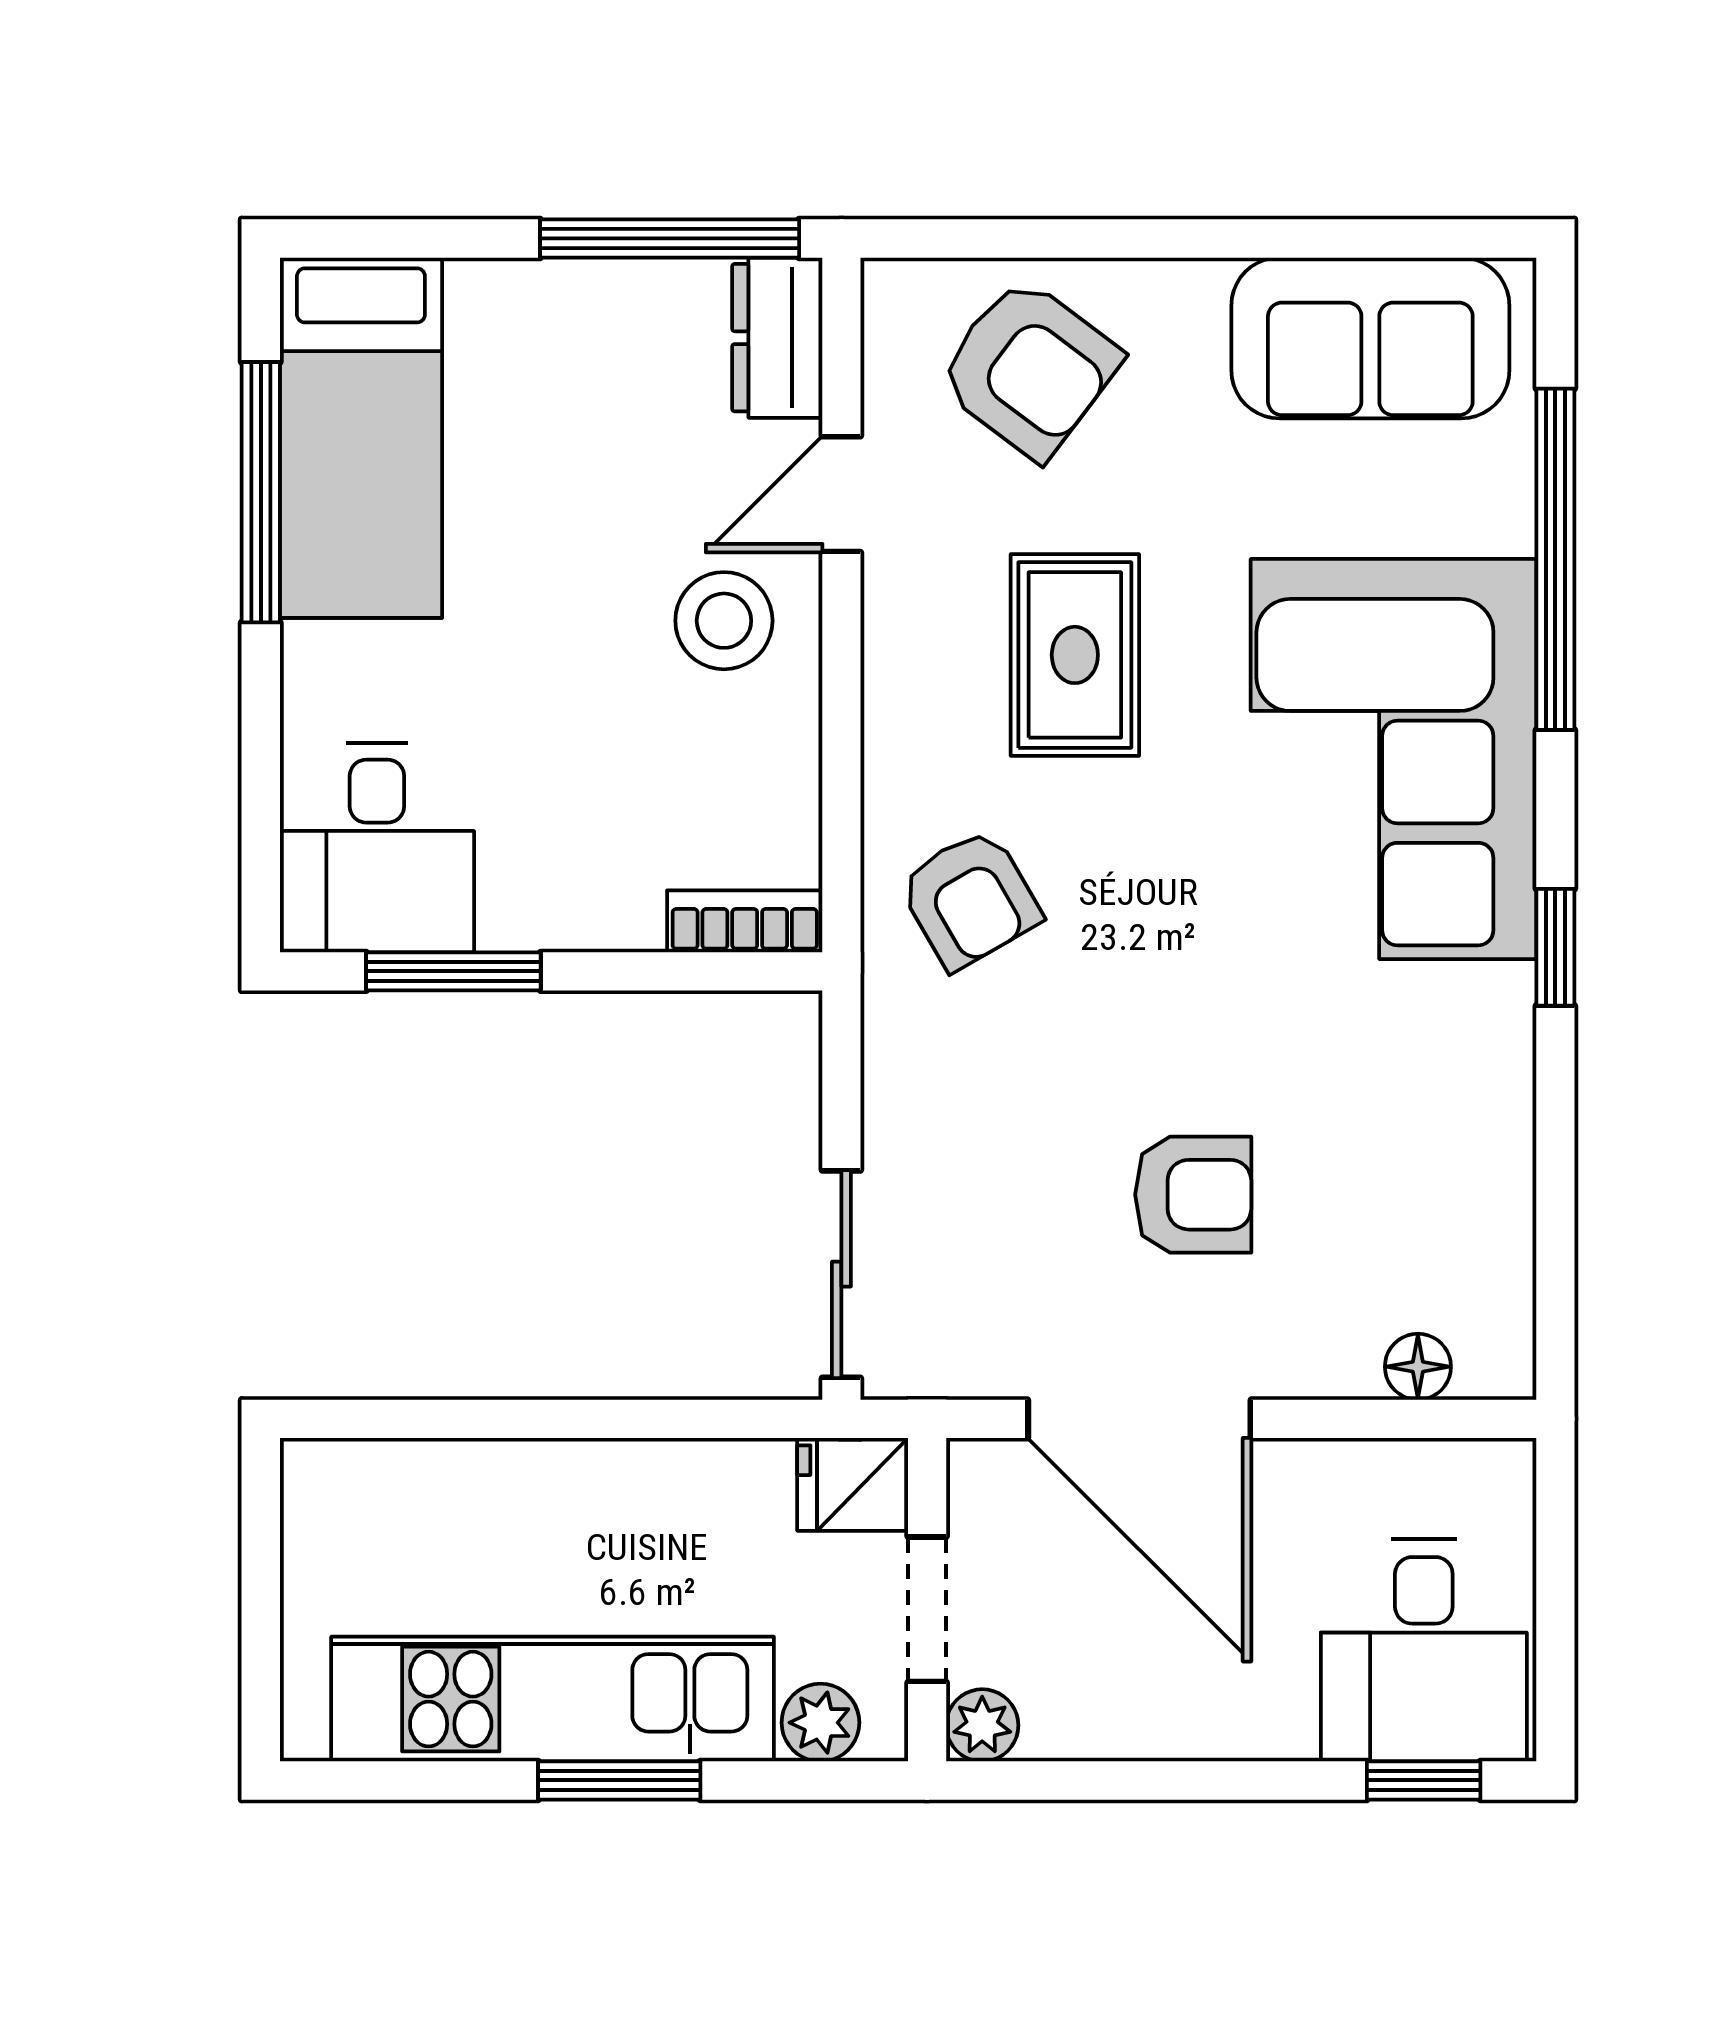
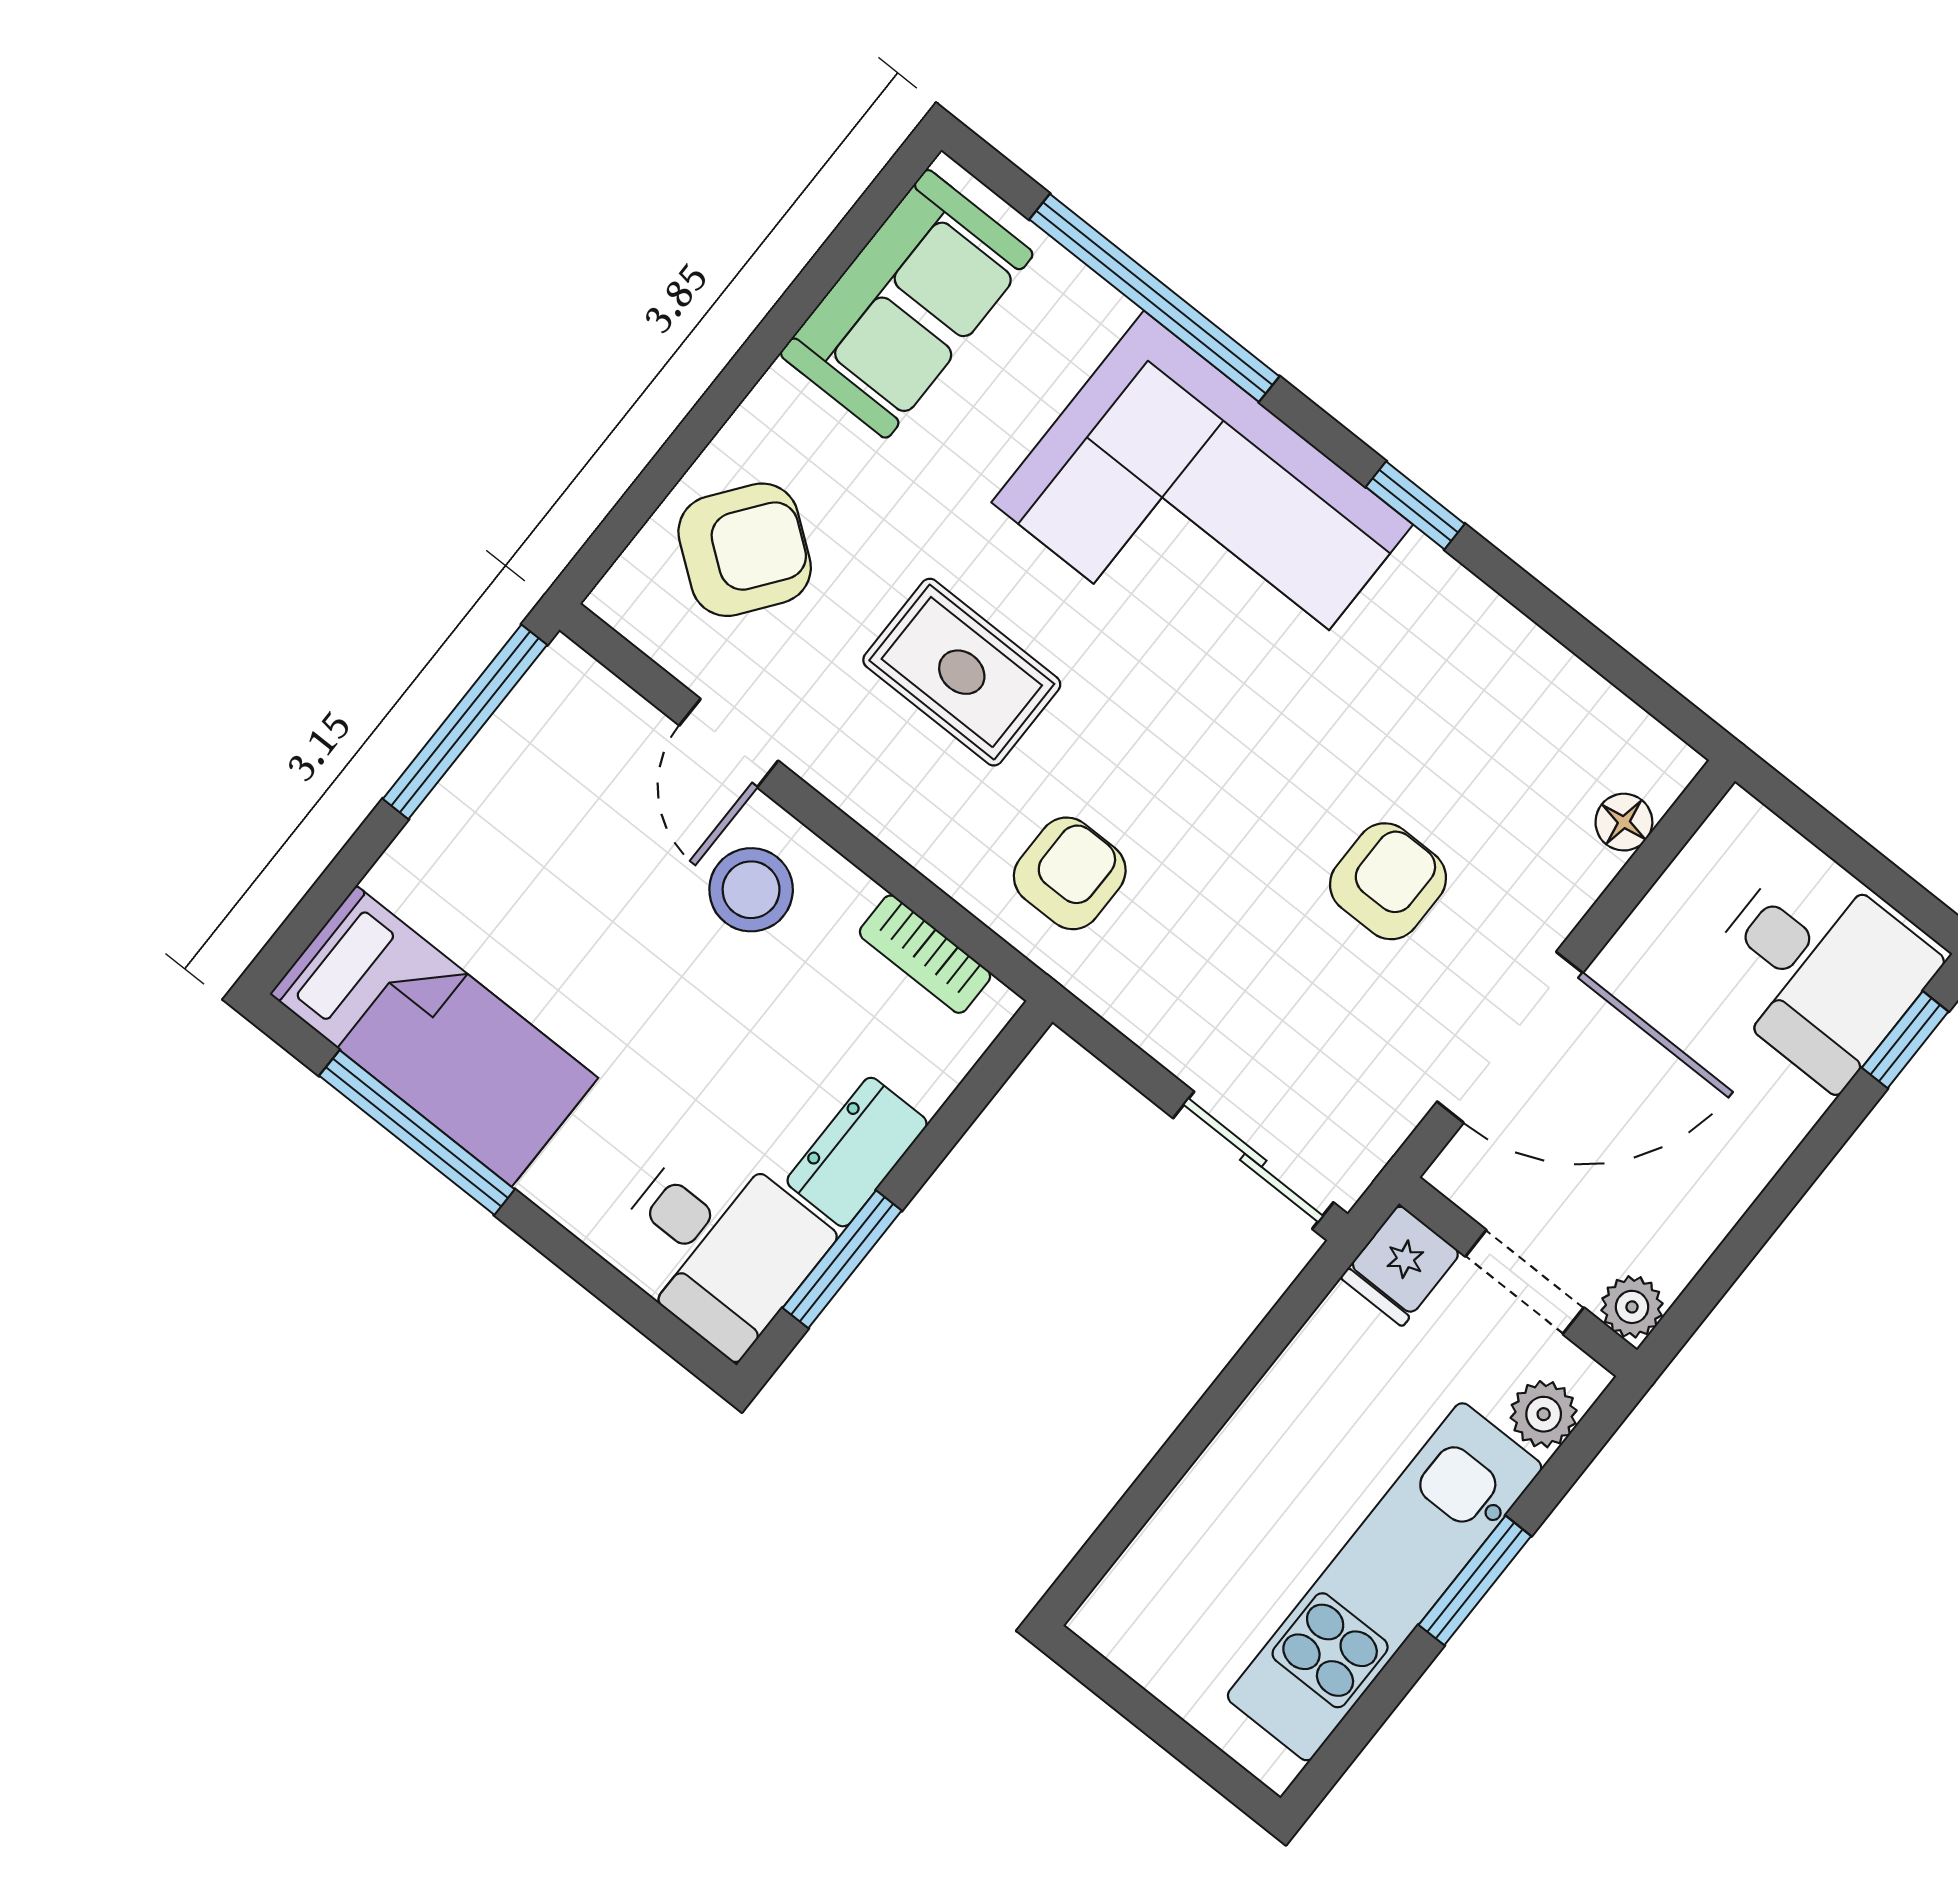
dresser: (777, 338) -> (857, 1152), moved, turned 90
armchair: (970, 899) -> (1070, 873), turned -60
bookcase: (745, 921) -> (925, 954), moved, turned -90

